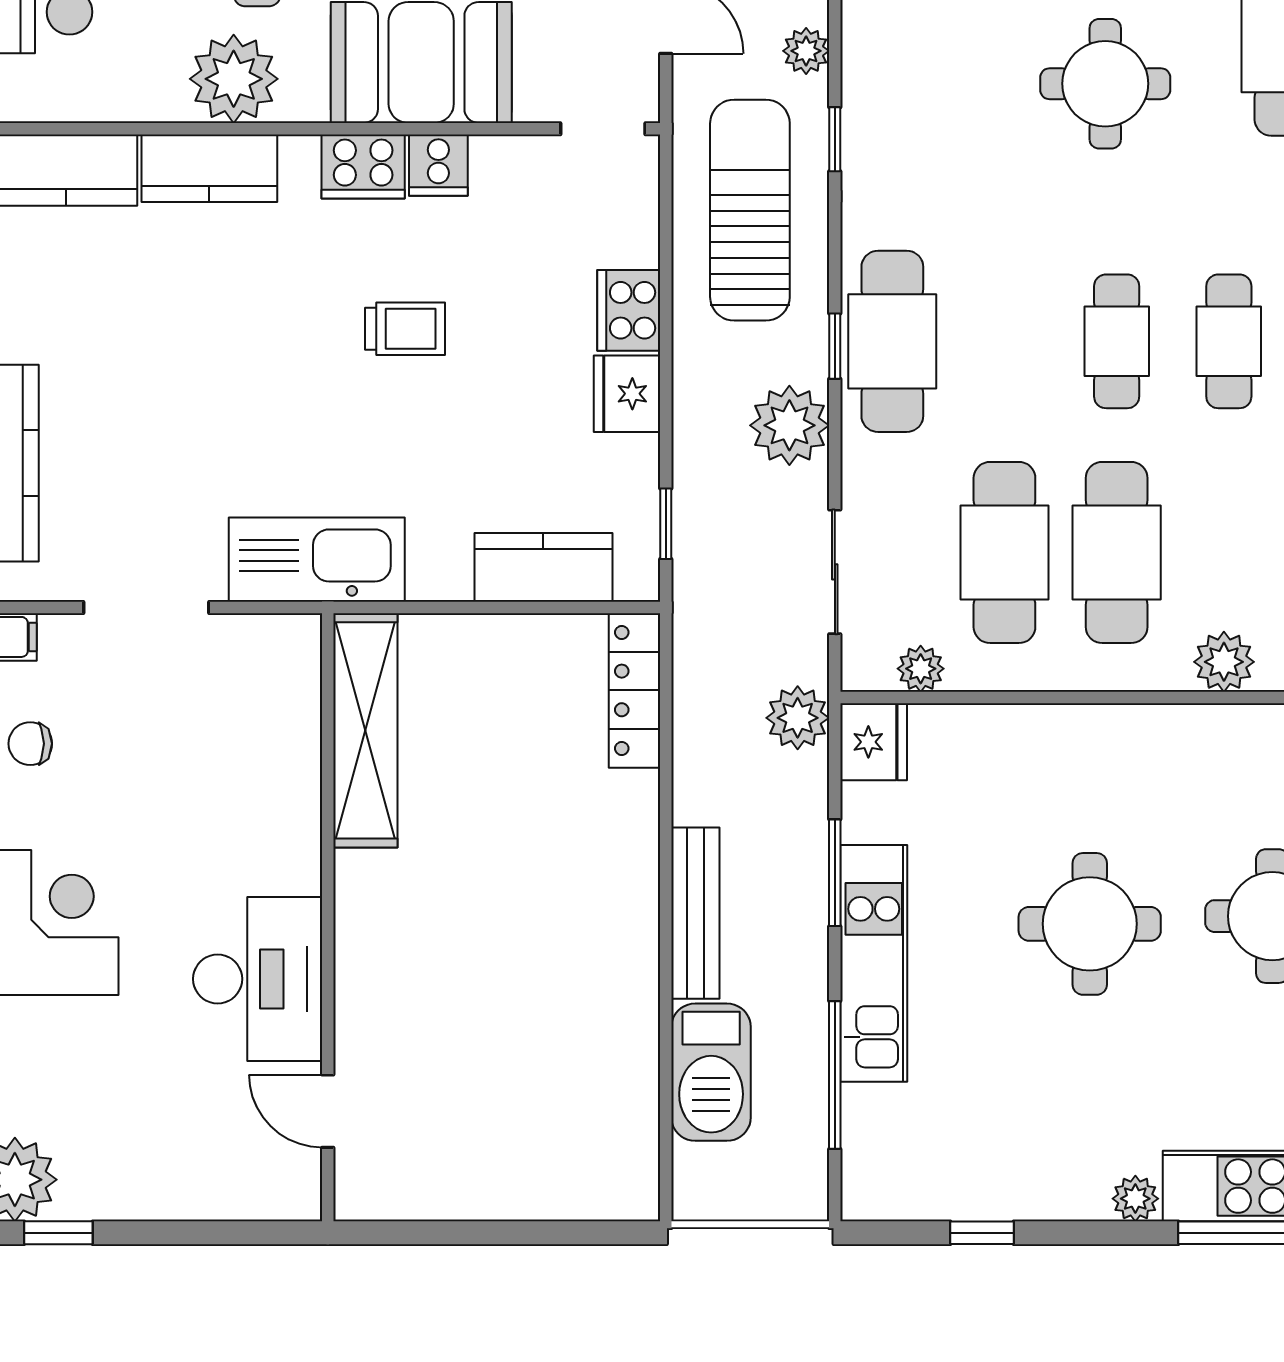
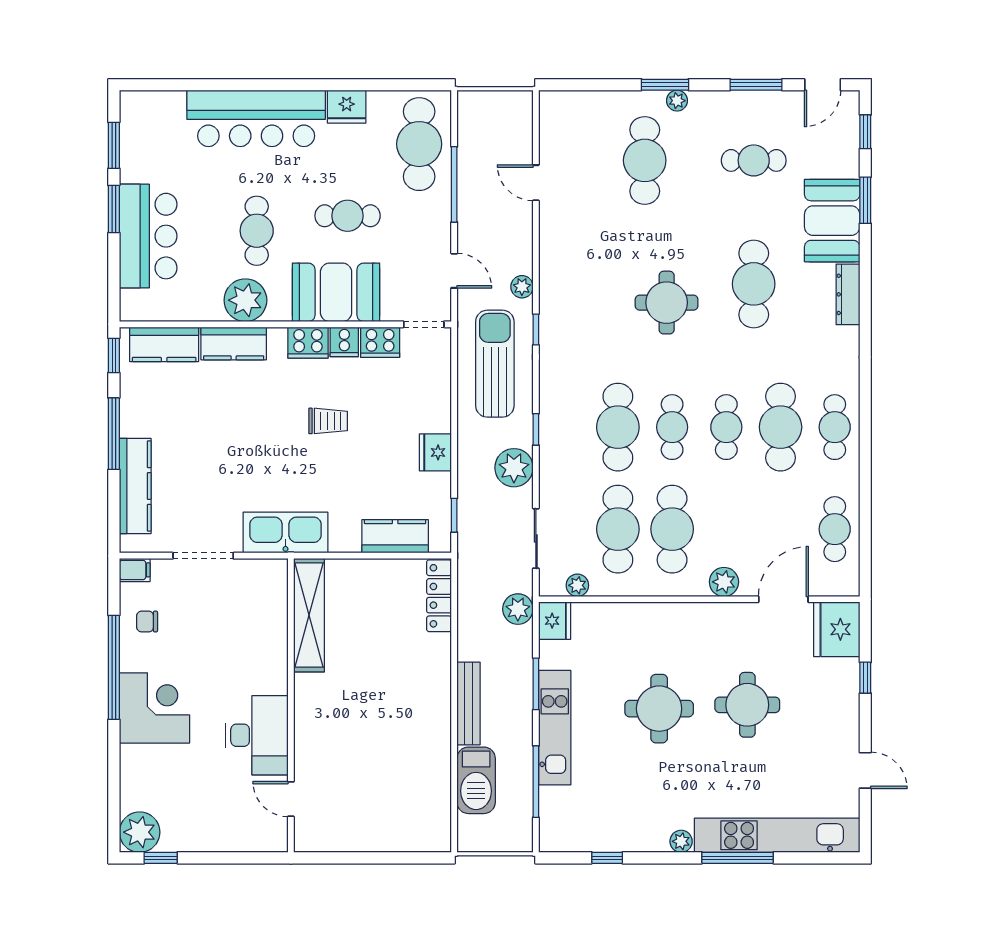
cooker: (629, 310) -> (380, 342), moved, turned -90
cafe table: (892, 341) -> (618, 427), moved

